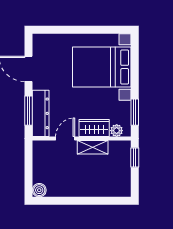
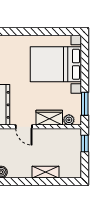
door: (65, 139) -> (24, 127), swing flipped
shelving: (93, 147) -> (45, 172), moved

